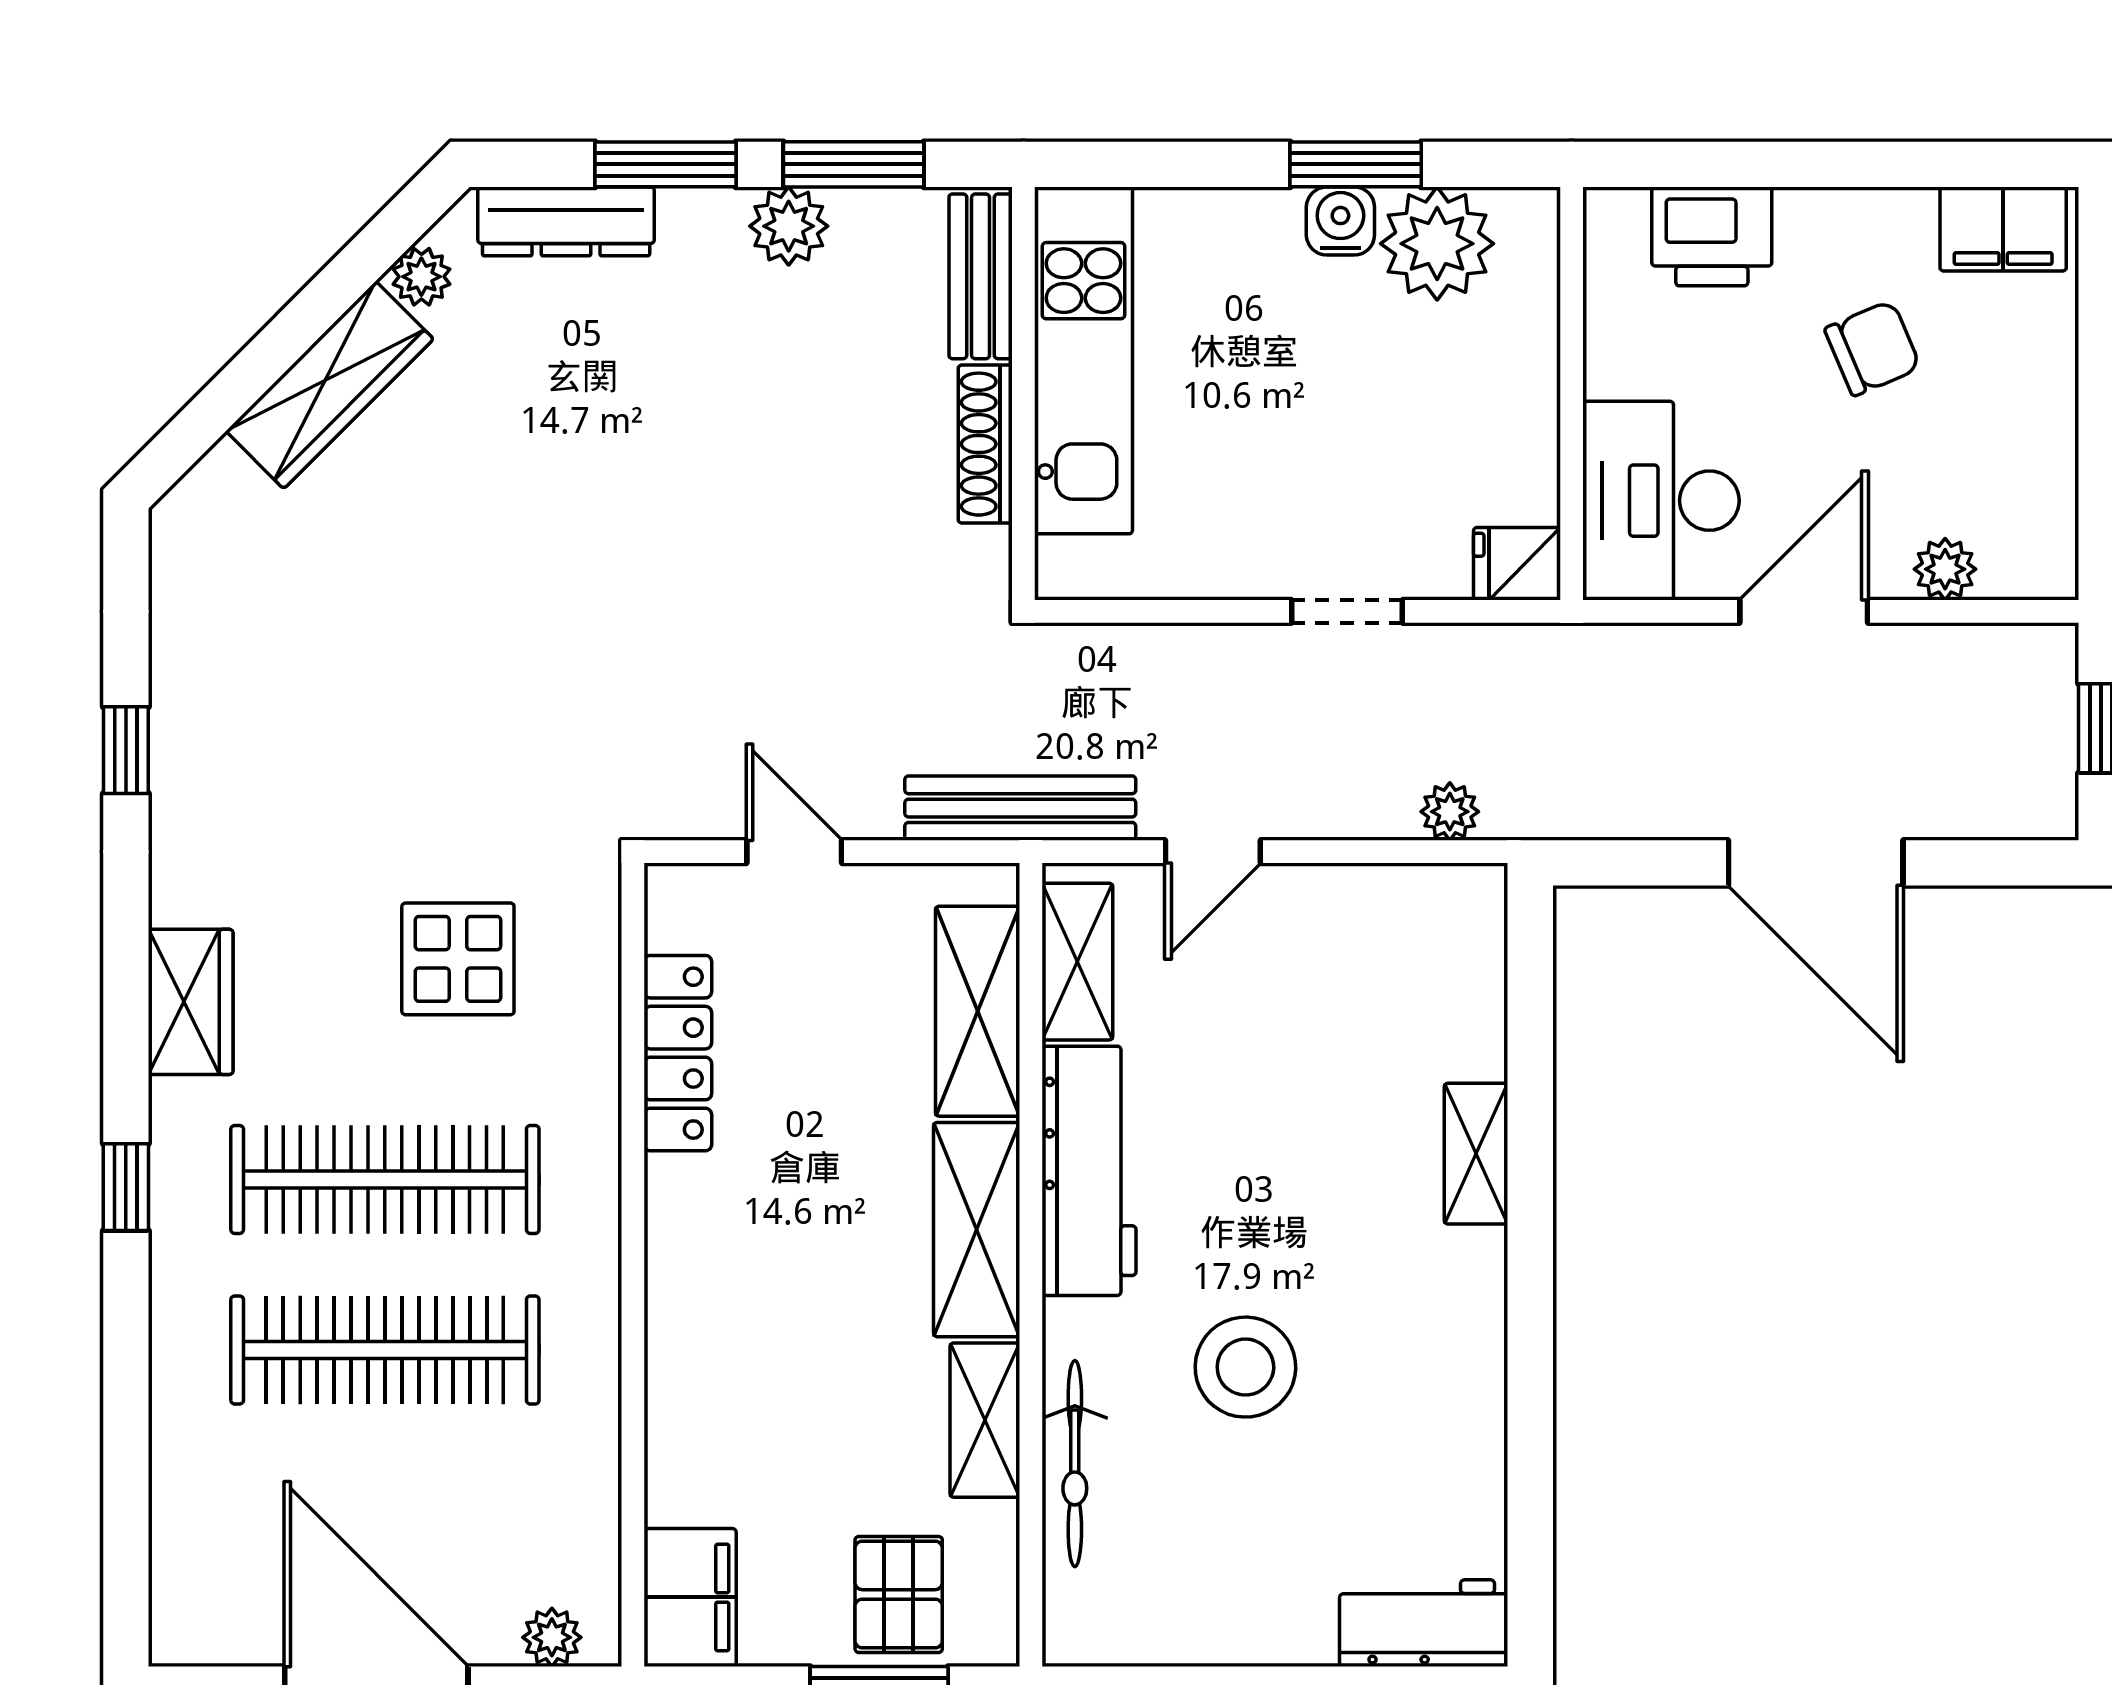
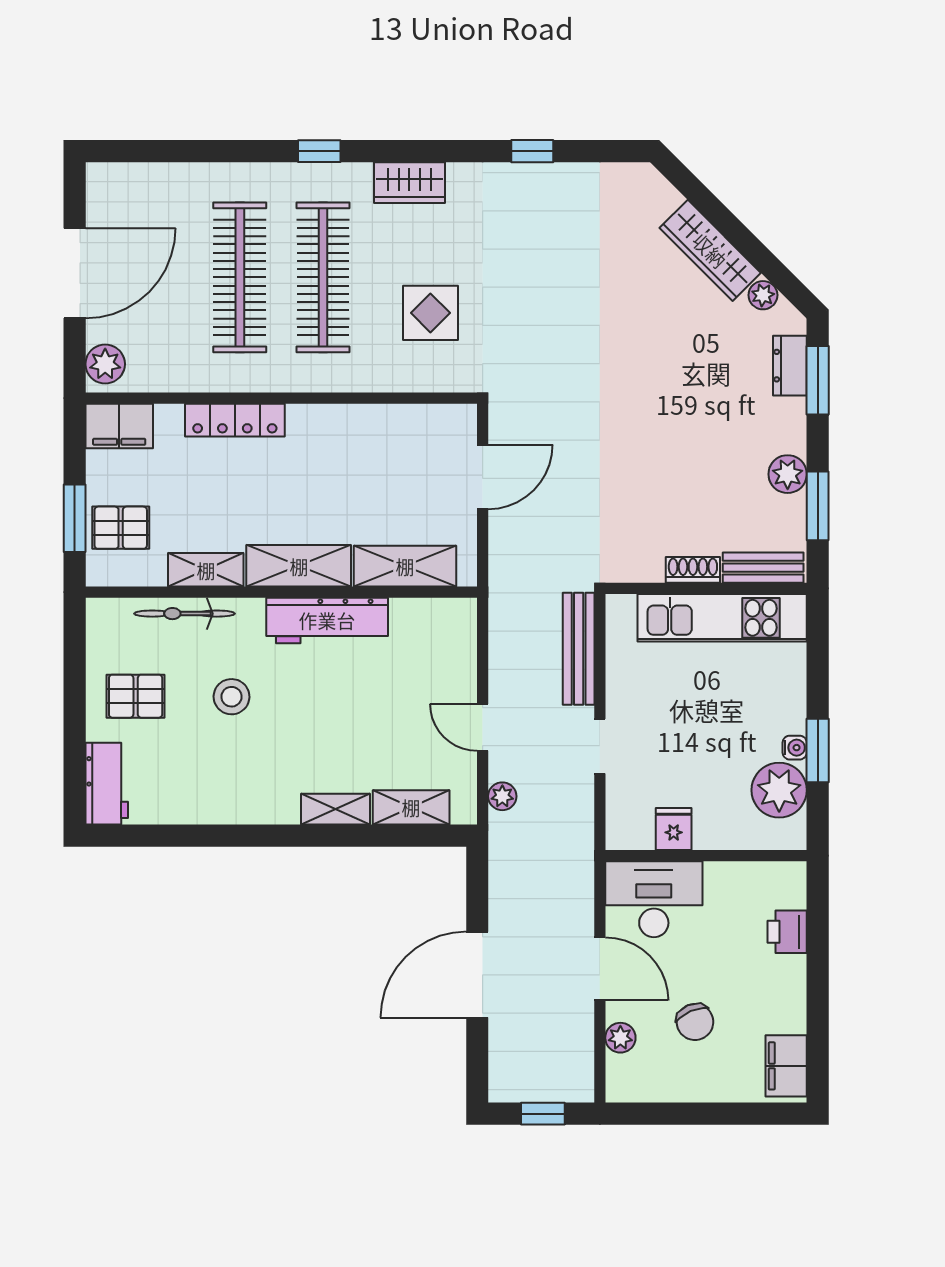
window: (666, 164) -> (818, 380), moved
dresser: (566, 221) -> (790, 366), width x0.70
water cooler: (1340, 221) -> (795, 748), width x0.72, depth x0.72
printer: (1712, 236) -> (787, 932), width x0.73, depth x0.81
chair: (1873, 348) -> (695, 1022), moved
shoe rack: (985, 444) -> (693, 570), width x0.70
fridge: (1517, 564) -> (674, 829), moved
bench: (1020, 808) -> (579, 649), moved
door: (794, 852) -> (483, 477), width x1.38
door: (1213, 852) -> (483, 727), moved
shelving: (1077, 962) -> (411, 807), moved
locker: (678, 1053) -> (235, 420), moved
stool: (1245, 1367) -> (232, 697), width x0.73, depth x0.73
pallet: (1244, 1564) -> (136, 696), added
plant: (552, 1637) -> (105, 364), width x1.38, depth x1.38

